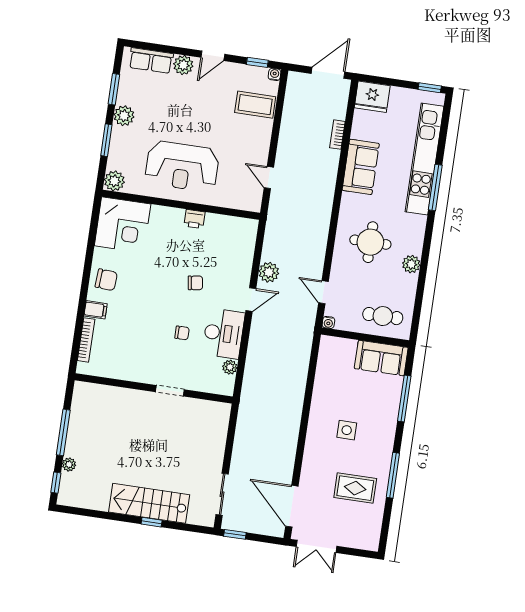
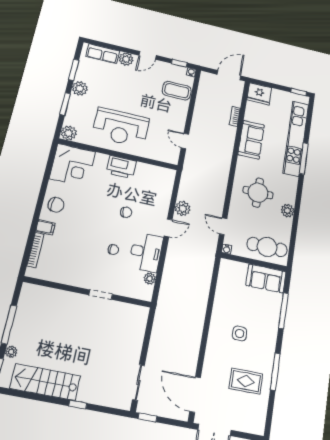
printer: (194, 219) -> (121, 167), width x1.87, depth x1.48
cafe table: (383, 316) -> (267, 247), width x1.37, depth x1.35
stairs: (149, 503) -> (45, 382), moved

